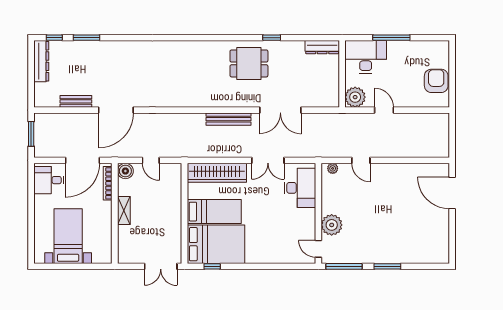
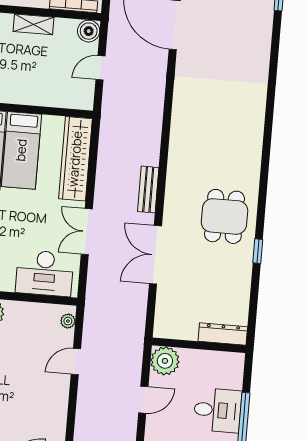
dresser: (322, 47) -> (223, 334), moved, turned 90
desk: (366, 57) -> (217, 410), moved, width x0.73
bench: (228, 119) -> (148, 190), width x0.73

